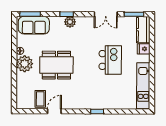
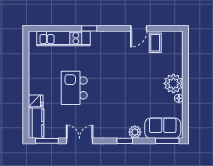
plant: (70, 22) -> (135, 132), moved
dining table: (56, 65) -> (136, 82), removed
kitchen unit: (143, 86) -> (64, 38), moved, turned 90

